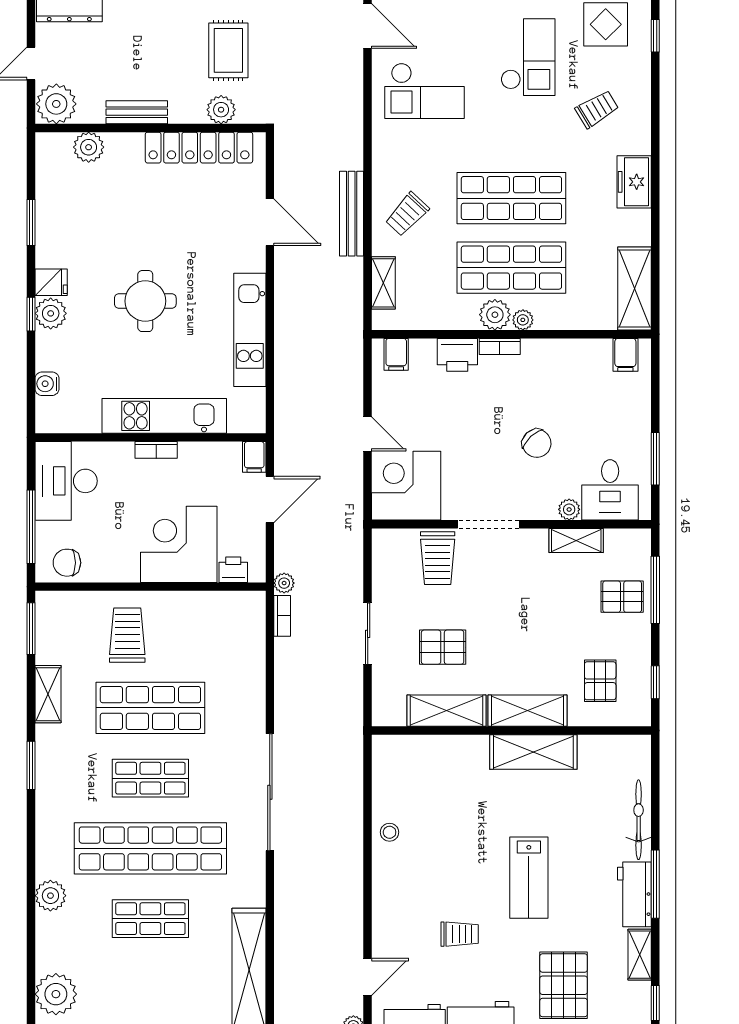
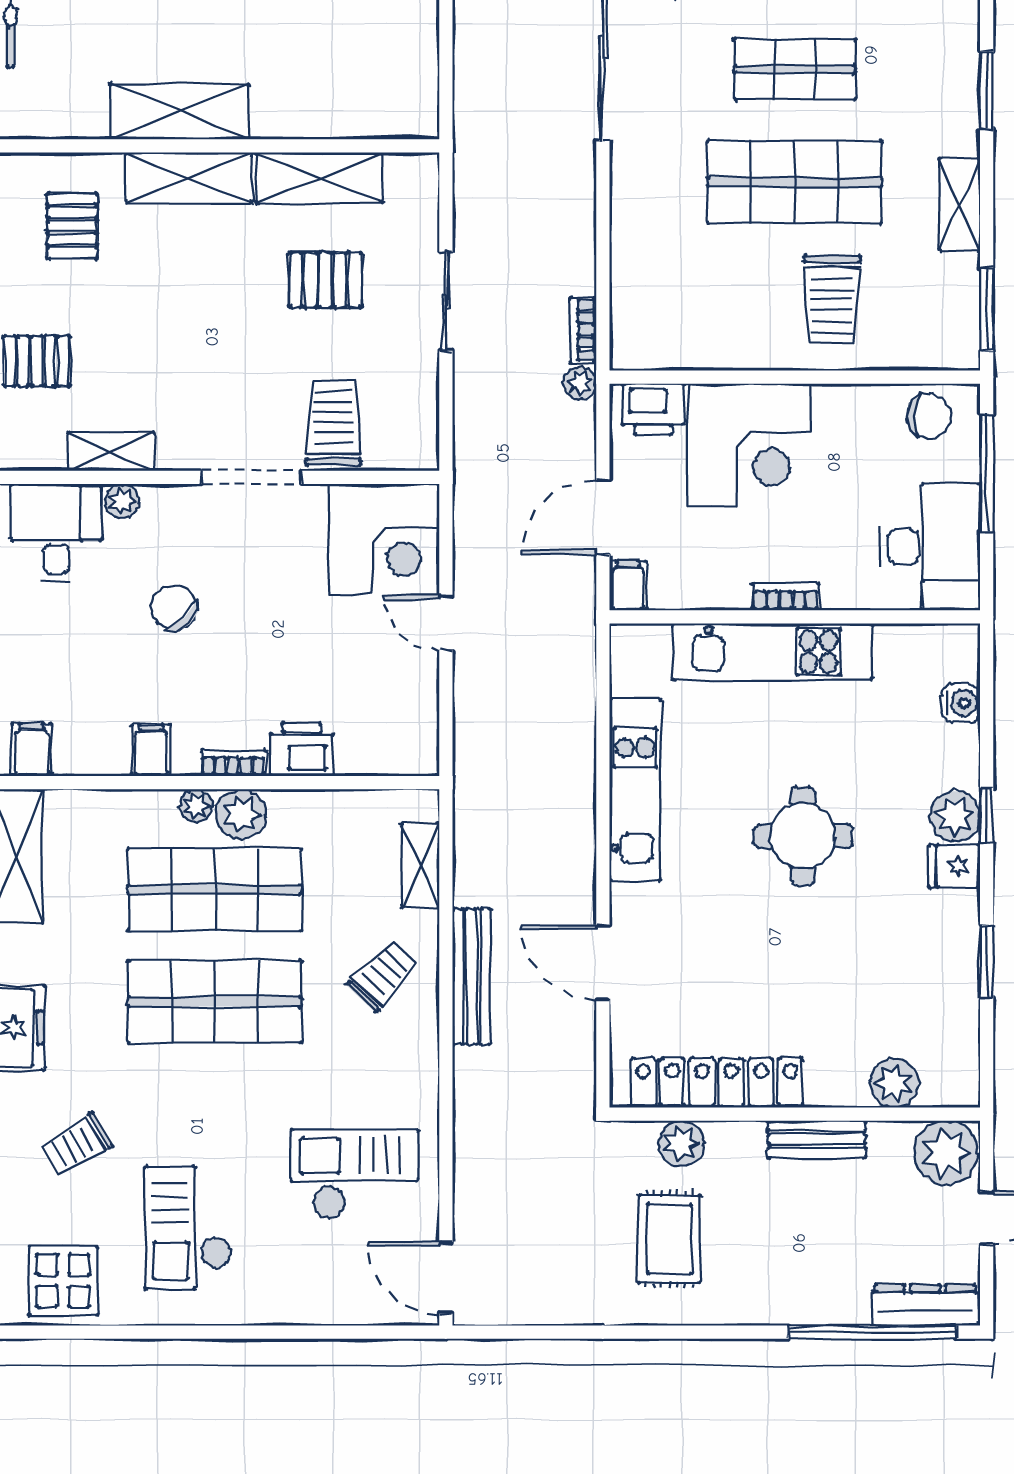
filing cabinet: (396, 354) -> (151, 750), moved
printer: (233, 570) -> (653, 409), width x1.36, depth x1.24

